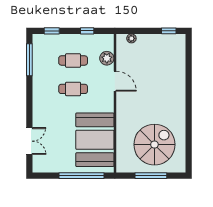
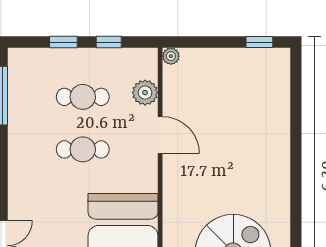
window: (52, 31) -> (63, 42), moved
plant: (131, 38) -> (171, 56), moved

